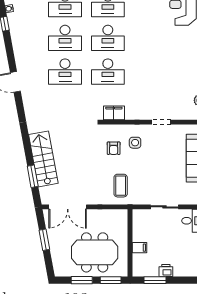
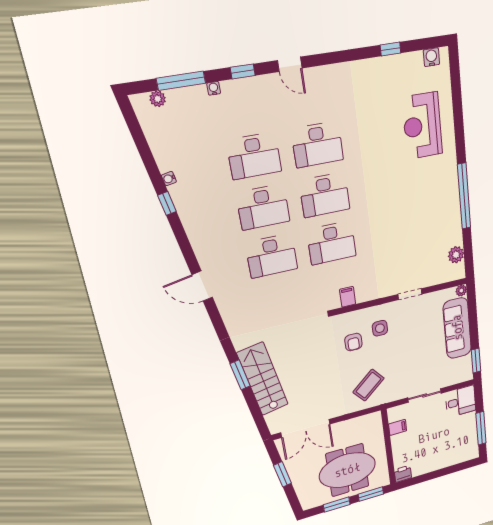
filing cabinet: (114, 113) -> (348, 297), width x0.50
window: (33, 176) -> (240, 375), moved
coffee table: (121, 186) -> (369, 385), turned 50
filing cabinet: (139, 248) -> (398, 427), moved
printer: (166, 270) -> (403, 474), moved
window: (155, 280) -> (422, 478), removed

